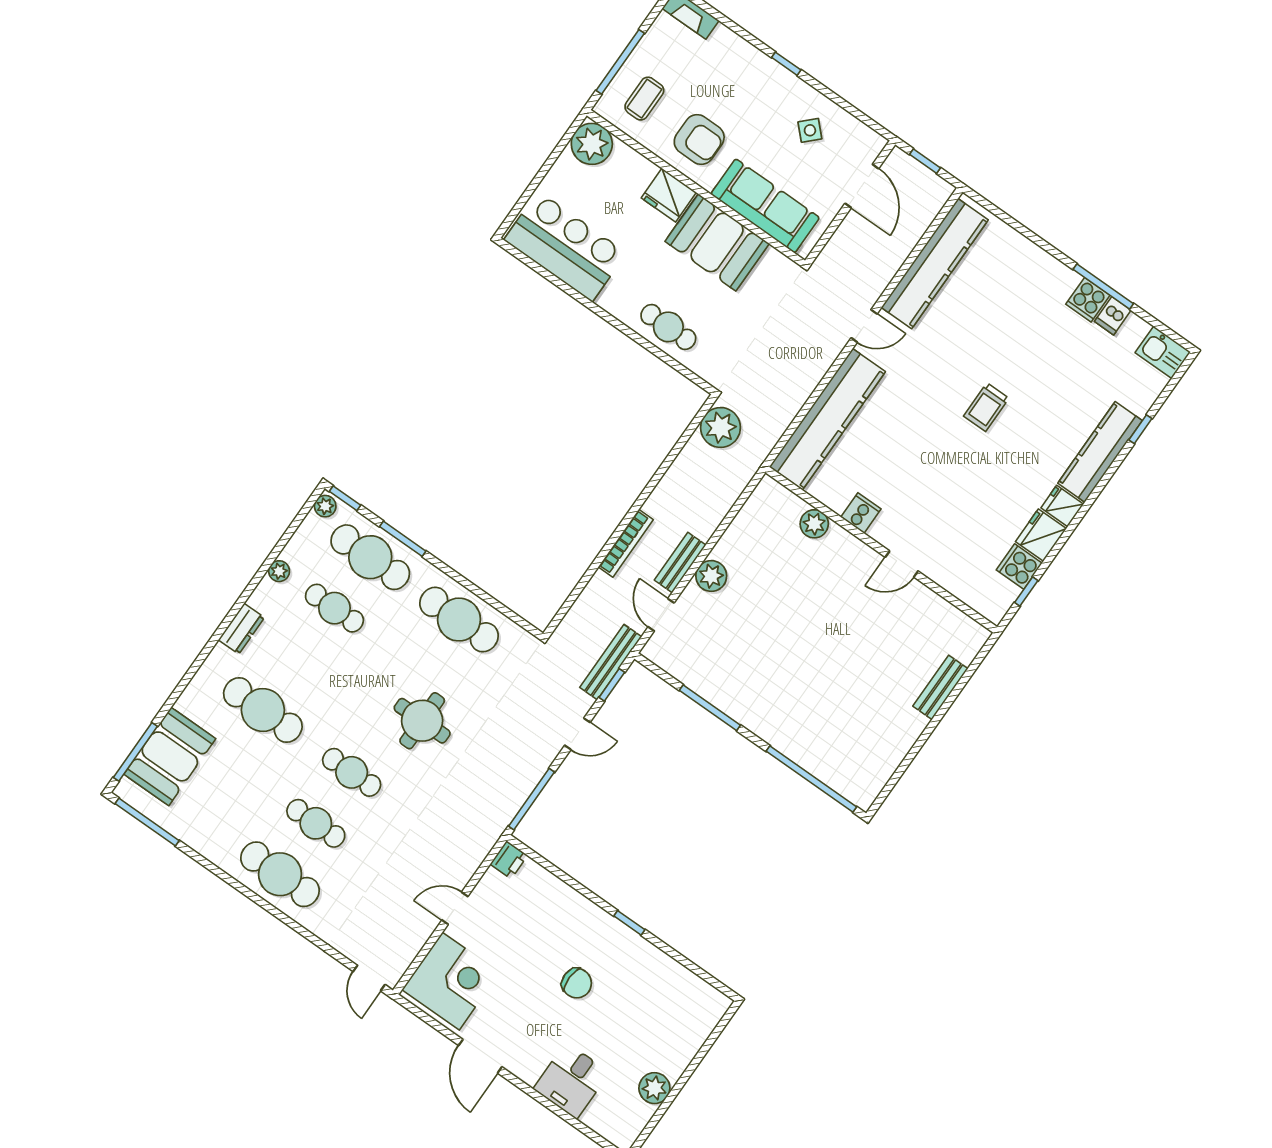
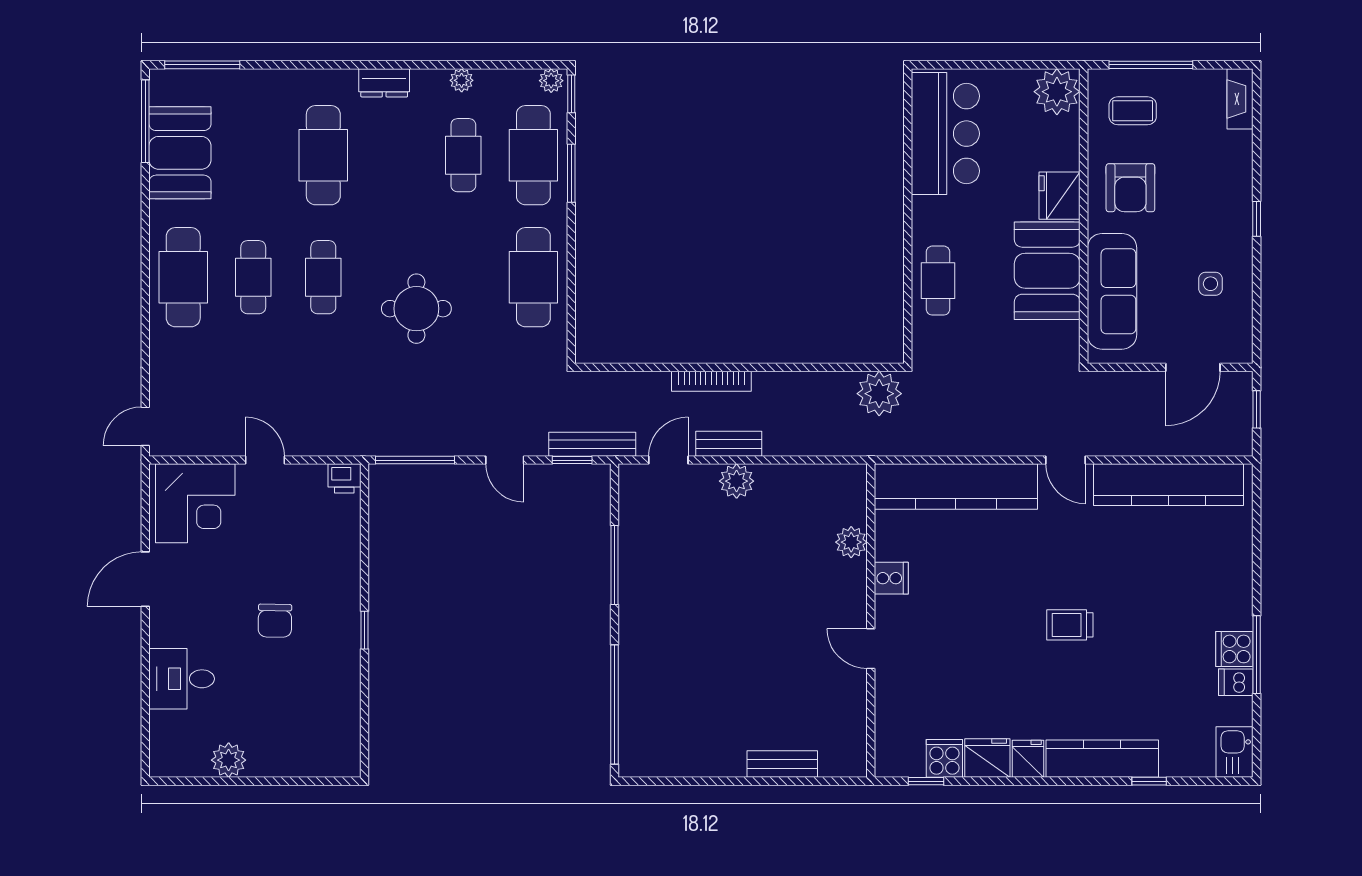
side table: (810, 130) -> (1210, 284), turned 45
booth: (170, 756) -> (180, 153), moved, turned 90

